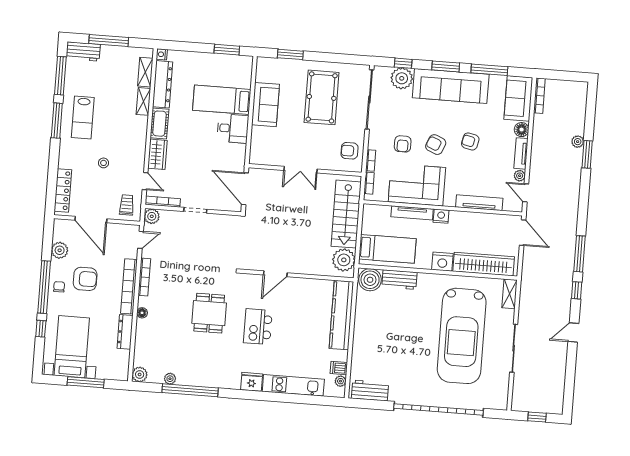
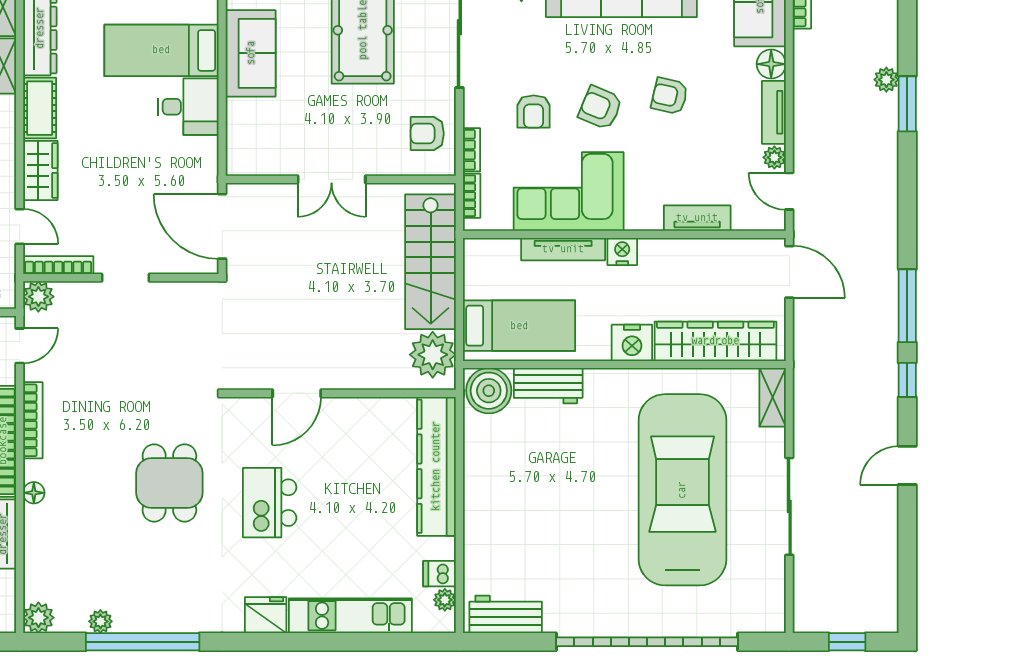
tv unit: (479, 203) -> (697, 218), width x0.71
car: (462, 336) -> (682, 490), turned 180

